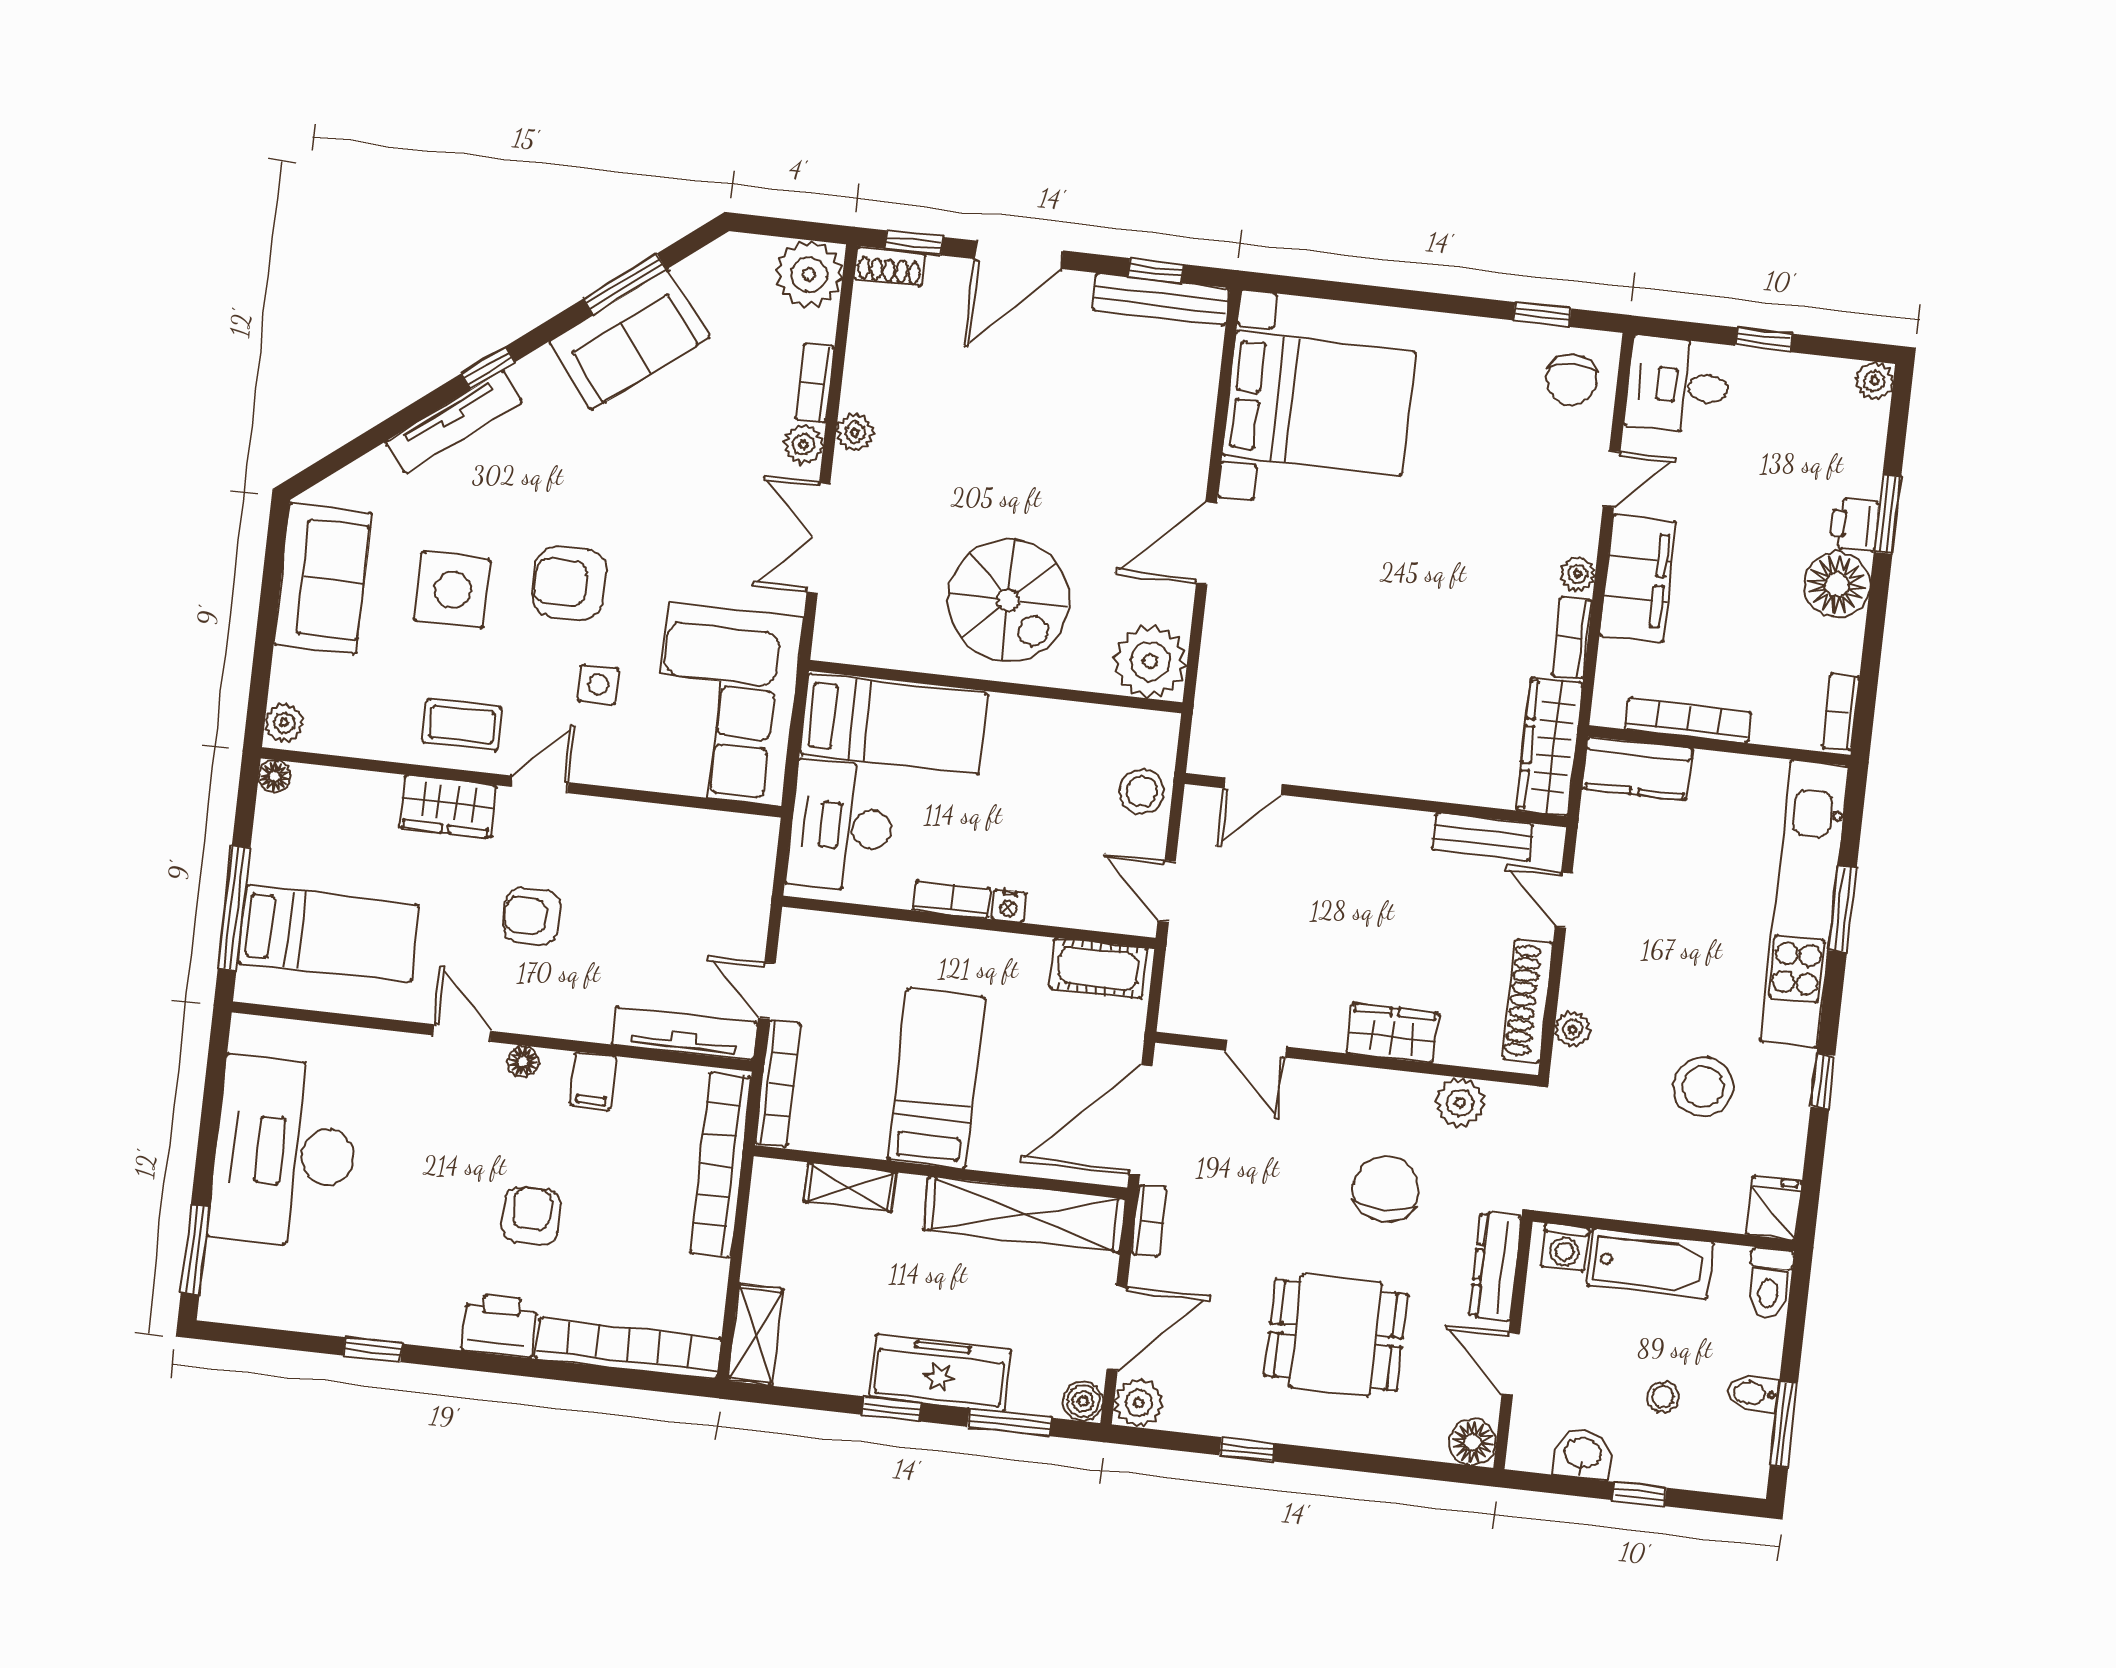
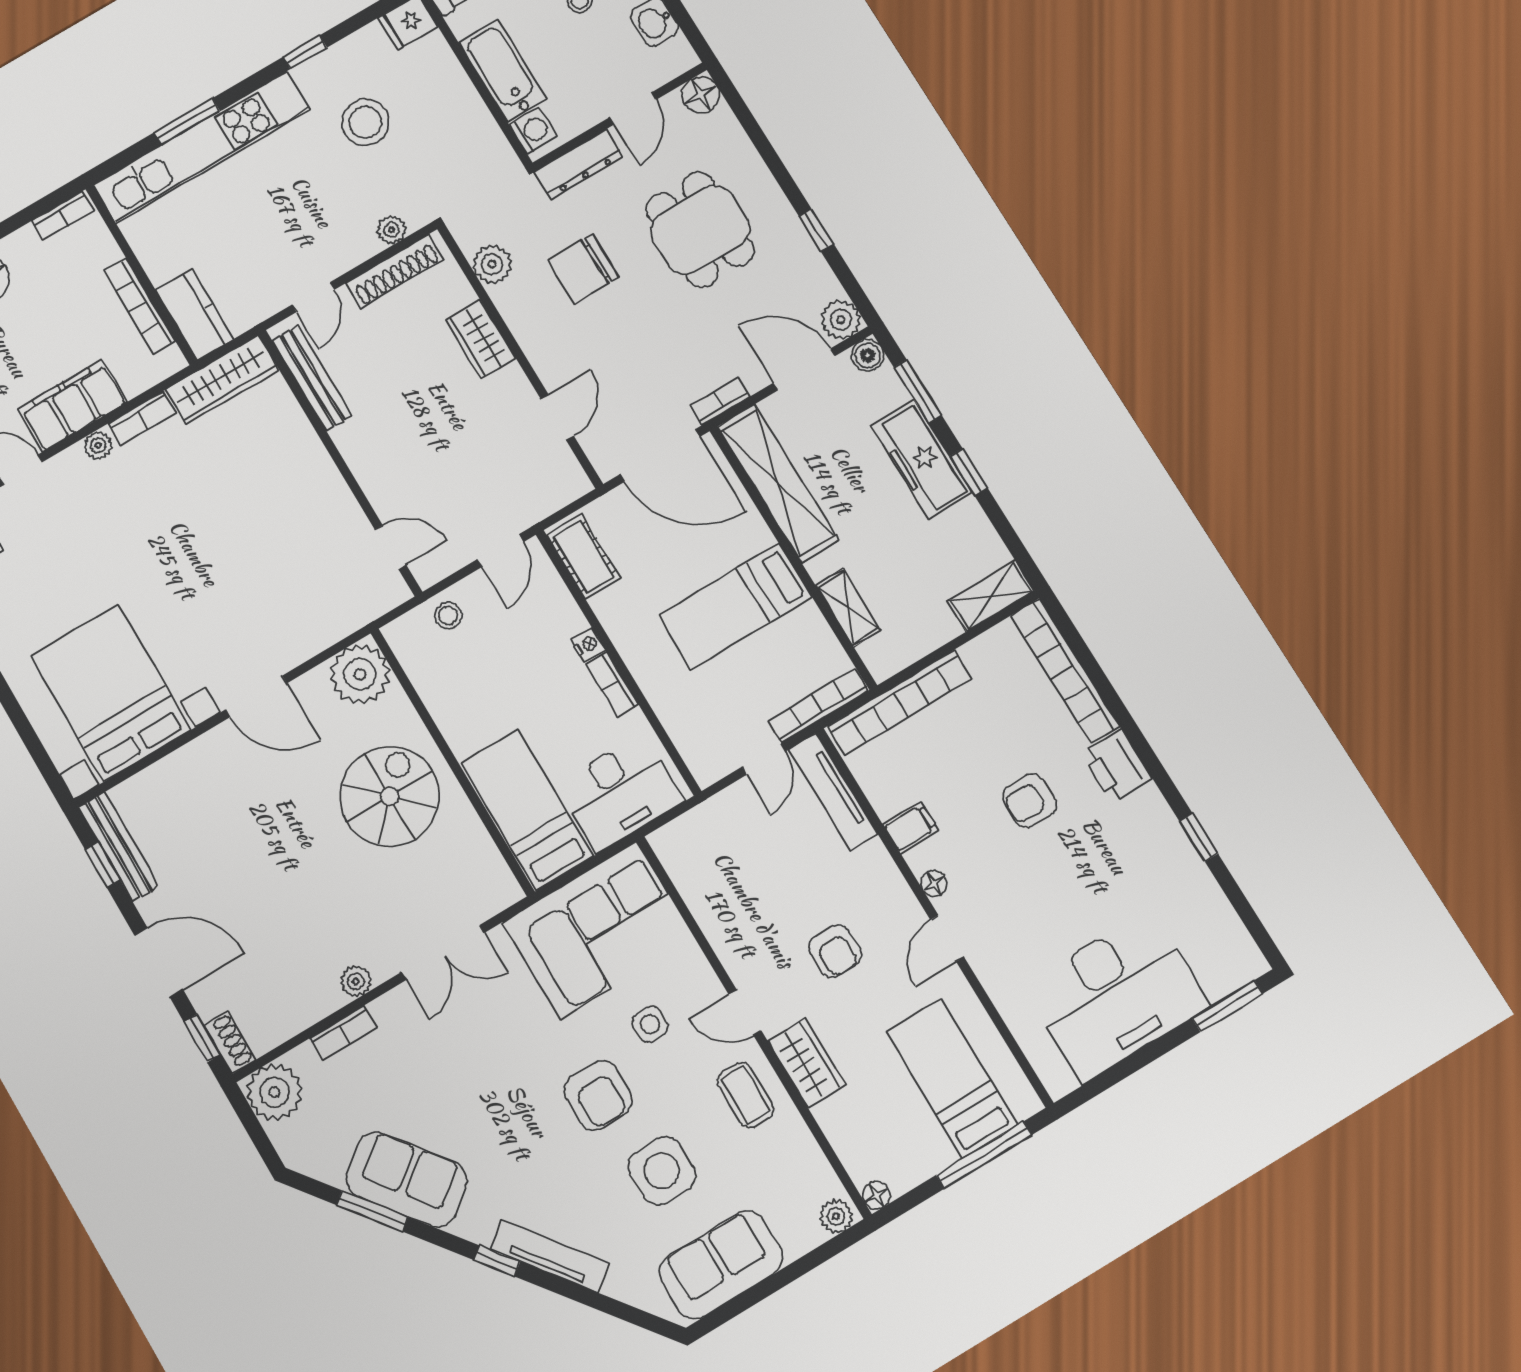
plant: (803, 444) -> (389, 1010), removed
stool: (1142, 791) -> (448, 616), width x0.73, depth x0.73
bench: (1482, 837) -> (312, 378), width x1.36

